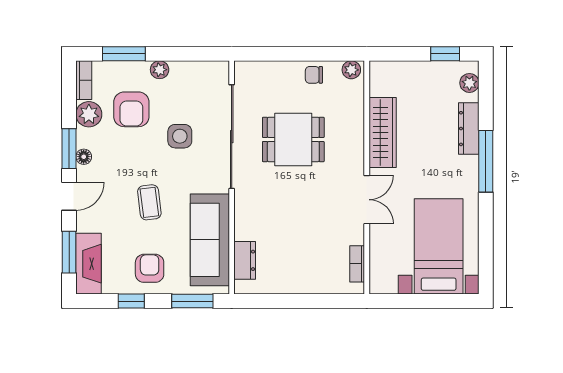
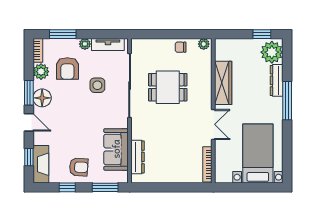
tv unit: (197, 71) -> (108, 45), added
plant: (469, 83) -> (272, 52), width x1.87, depth x1.87
floor lamp: (84, 157) -> (42, 98), width x1.89, depth x1.89
door: (69, 196) -> (29, 122), hinge flipped
coffee table: (149, 202) -> (79, 126), removed
sofa: (210, 240) -> (116, 149), width x0.73
window: (69, 252) -> (29, 157), width x0.67
dresser: (245, 260) -> (138, 157), width x1.44
bookcase: (357, 264) -> (207, 164), width x1.56
armchair: (150, 268) -> (79, 167), turned 94

